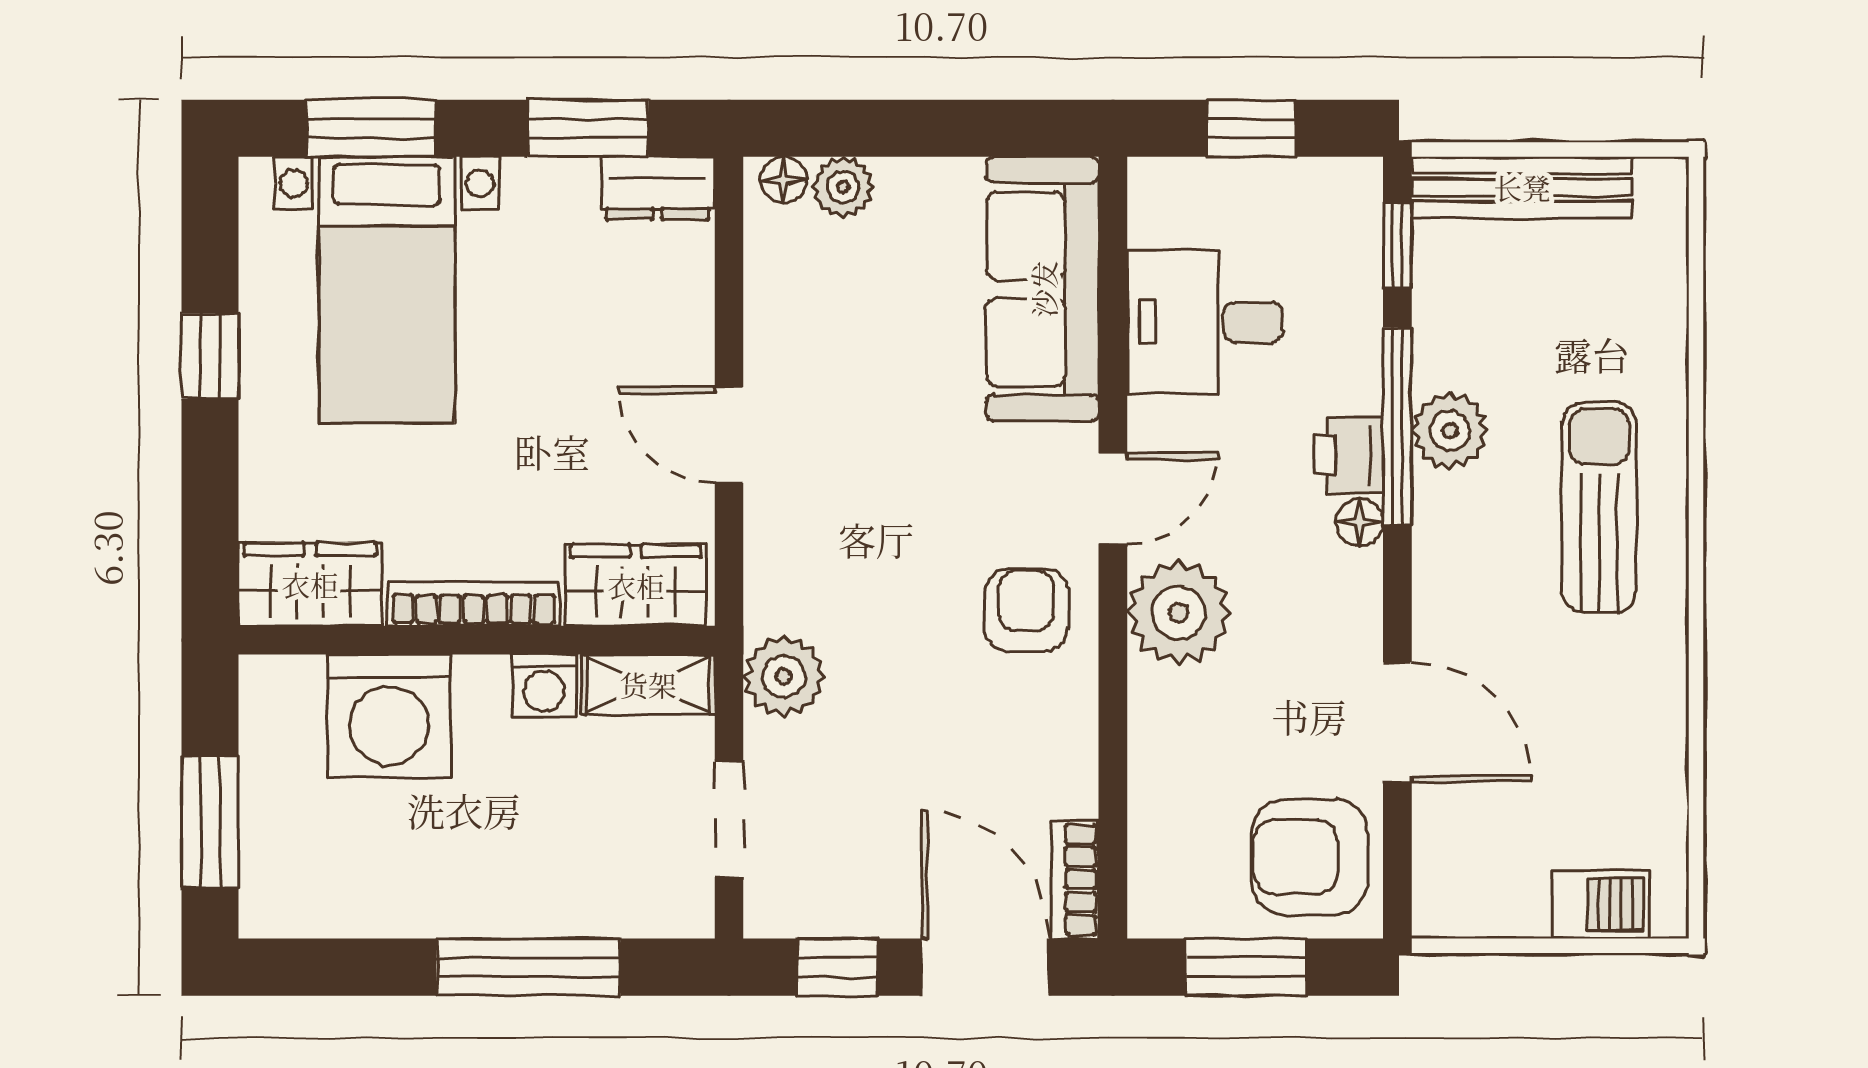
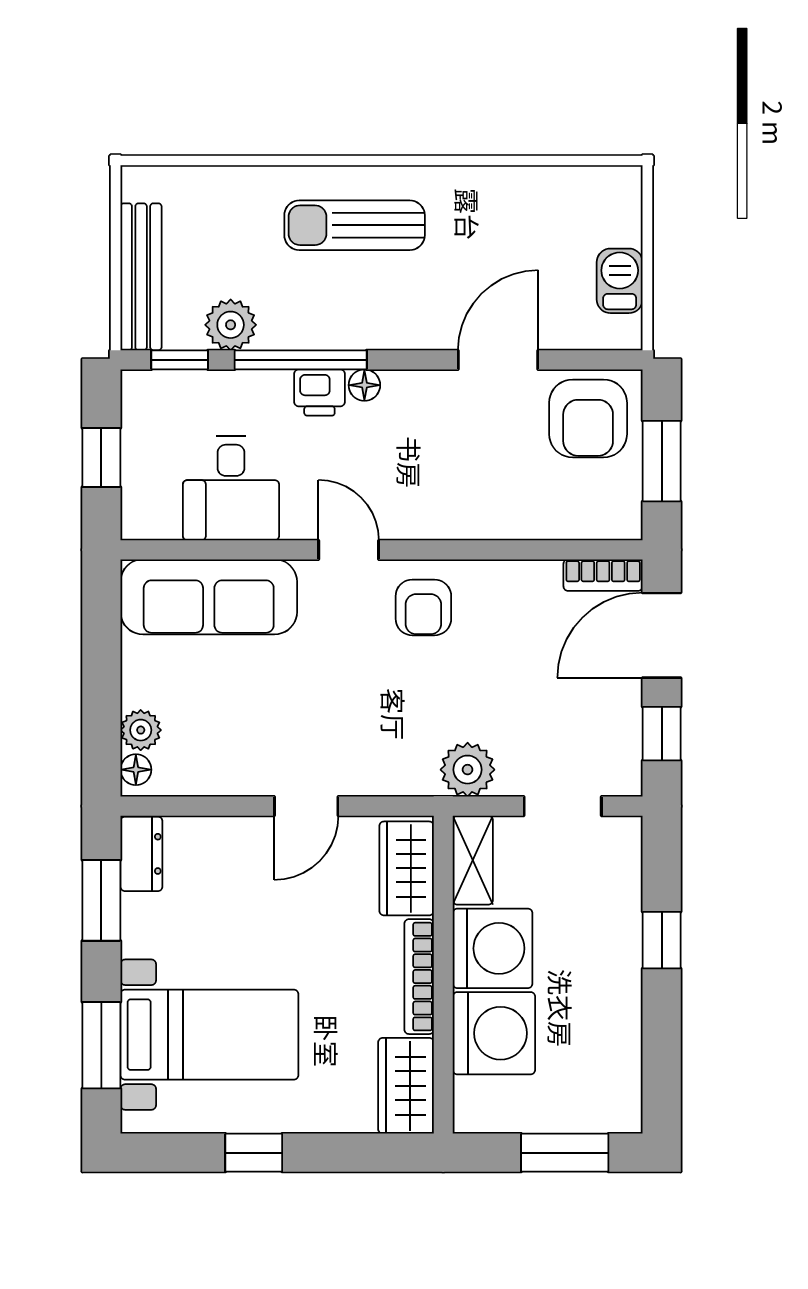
plant: (1450, 431) -> (231, 325), moved
armchair: (1027, 610) -> (423, 607), turned -90
plant: (1179, 613) -> (425, 506), removed
washing machine: (544, 686) -> (493, 948), width x1.89, depth x1.89
barbecue: (1601, 904) -> (620, 281), moved
window: (528, 967) -> (662, 940), width x0.46

